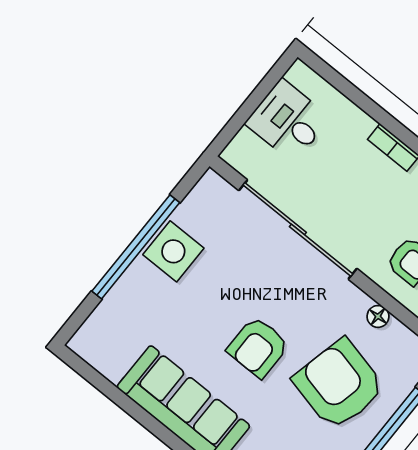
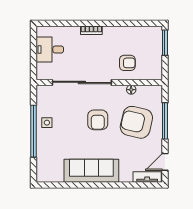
side table: (173, 251) -> (47, 123), width x0.54, depth x0.54
armchair: (258, 347) -> (98, 120), moved

